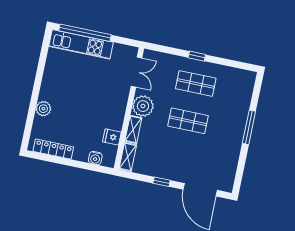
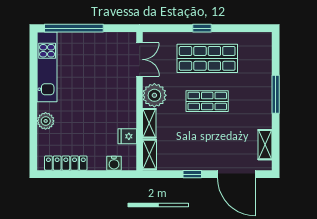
kitchen unit: (81, 44) -> (47, 67), moved, turned -90
shop shelf: (196, 83) -> (207, 58), width x1.43, depth x1.36
shelving: (231, 169) -> (265, 145), added

